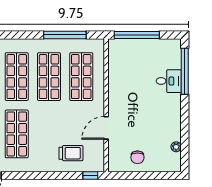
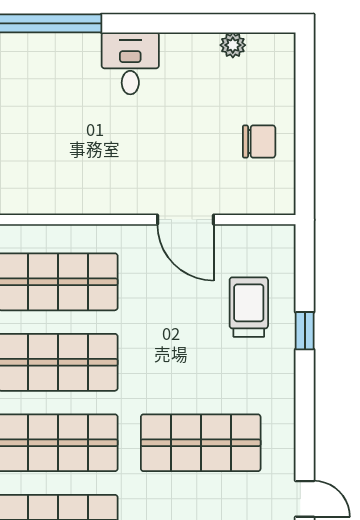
desk: (169, 81) -> (130, 63), moved
window: (90, 176) -> (305, 331), moved

